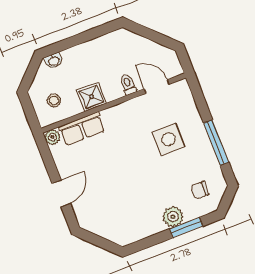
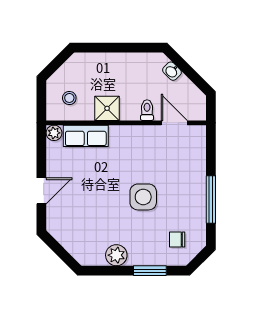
washbasin: (54, 61) -> (172, 71), moved, turned 45
side table: (169, 139) -> (143, 197), moved
plant: (173, 217) -> (116, 255), moved

